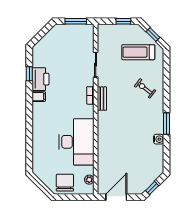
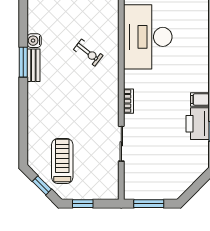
treadmill: (138, 52) -> (62, 161), turned -90
exercise bike: (145, 88) -> (88, 53), moved
bench: (102, 99) -> (33, 65), moved

